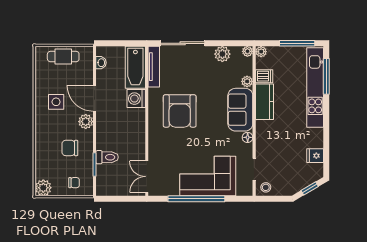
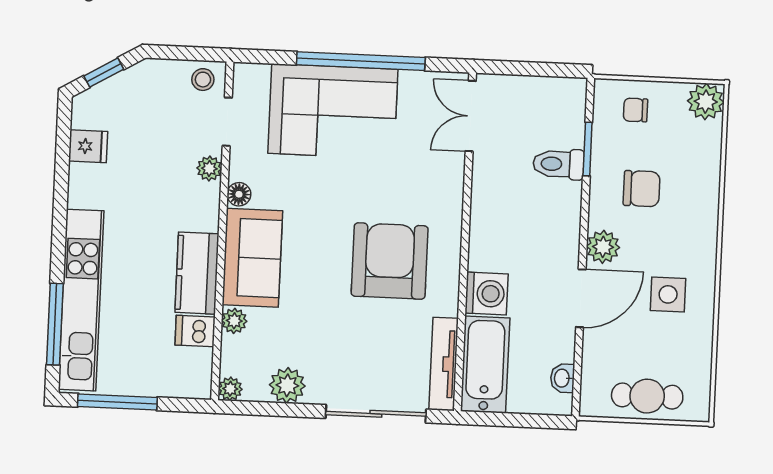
plant: (261, 52) -> (209, 168), moved
door: (94, 98) -> (581, 298), hinge flipped
double door: (147, 177) -> (471, 116), swing flipped

